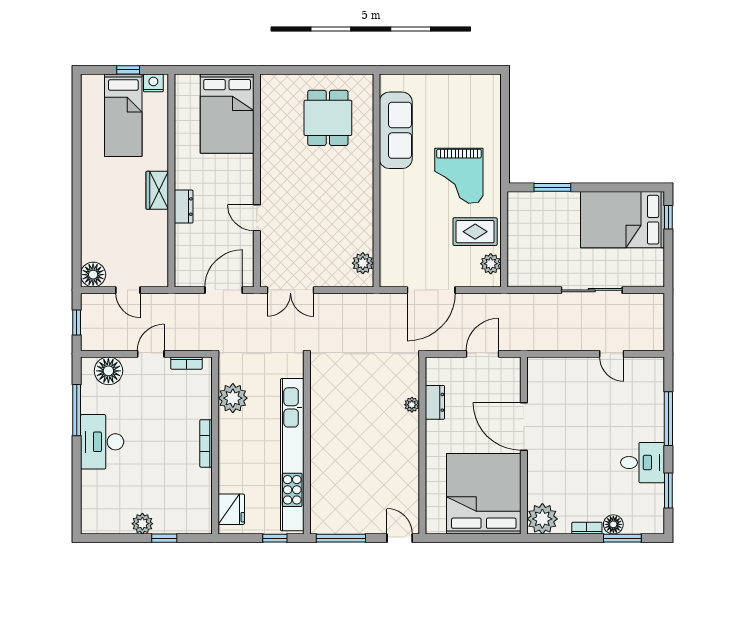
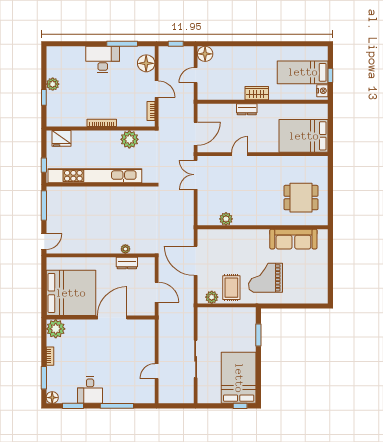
plant: (363, 263) -> (226, 219), moved
door: (224, 290) -> (196, 134), hinge flipped
floor lamp: (613, 524) -> (52, 398), moved

